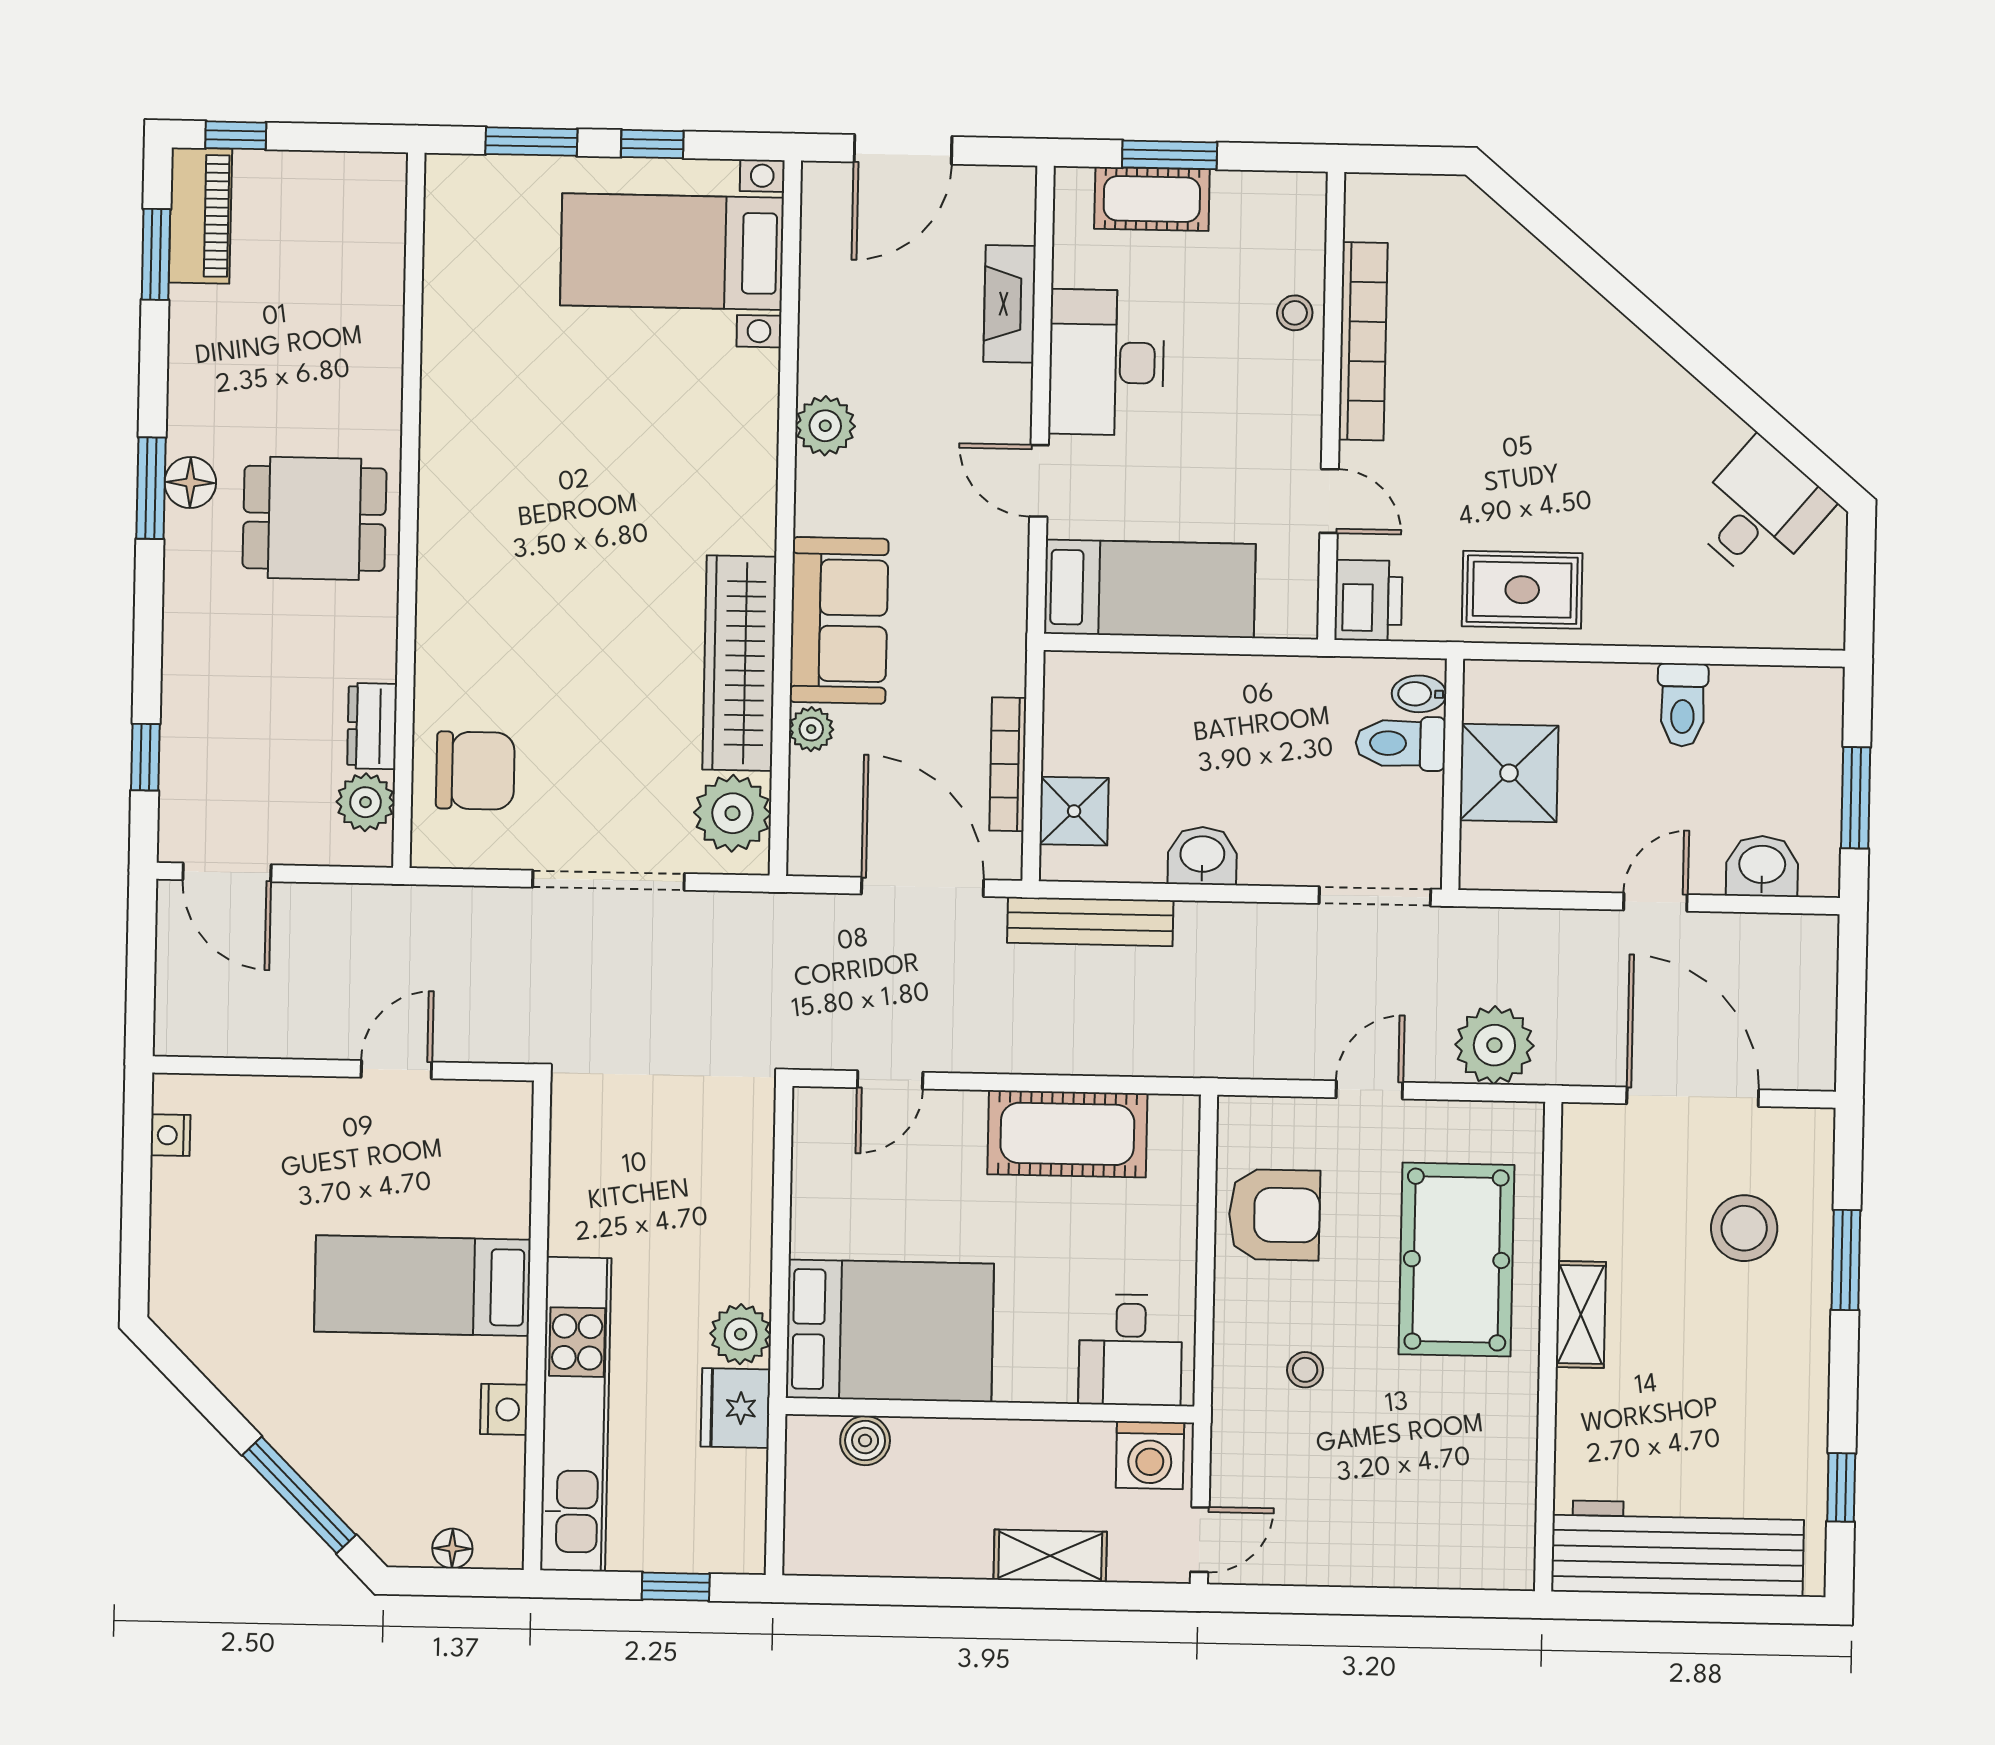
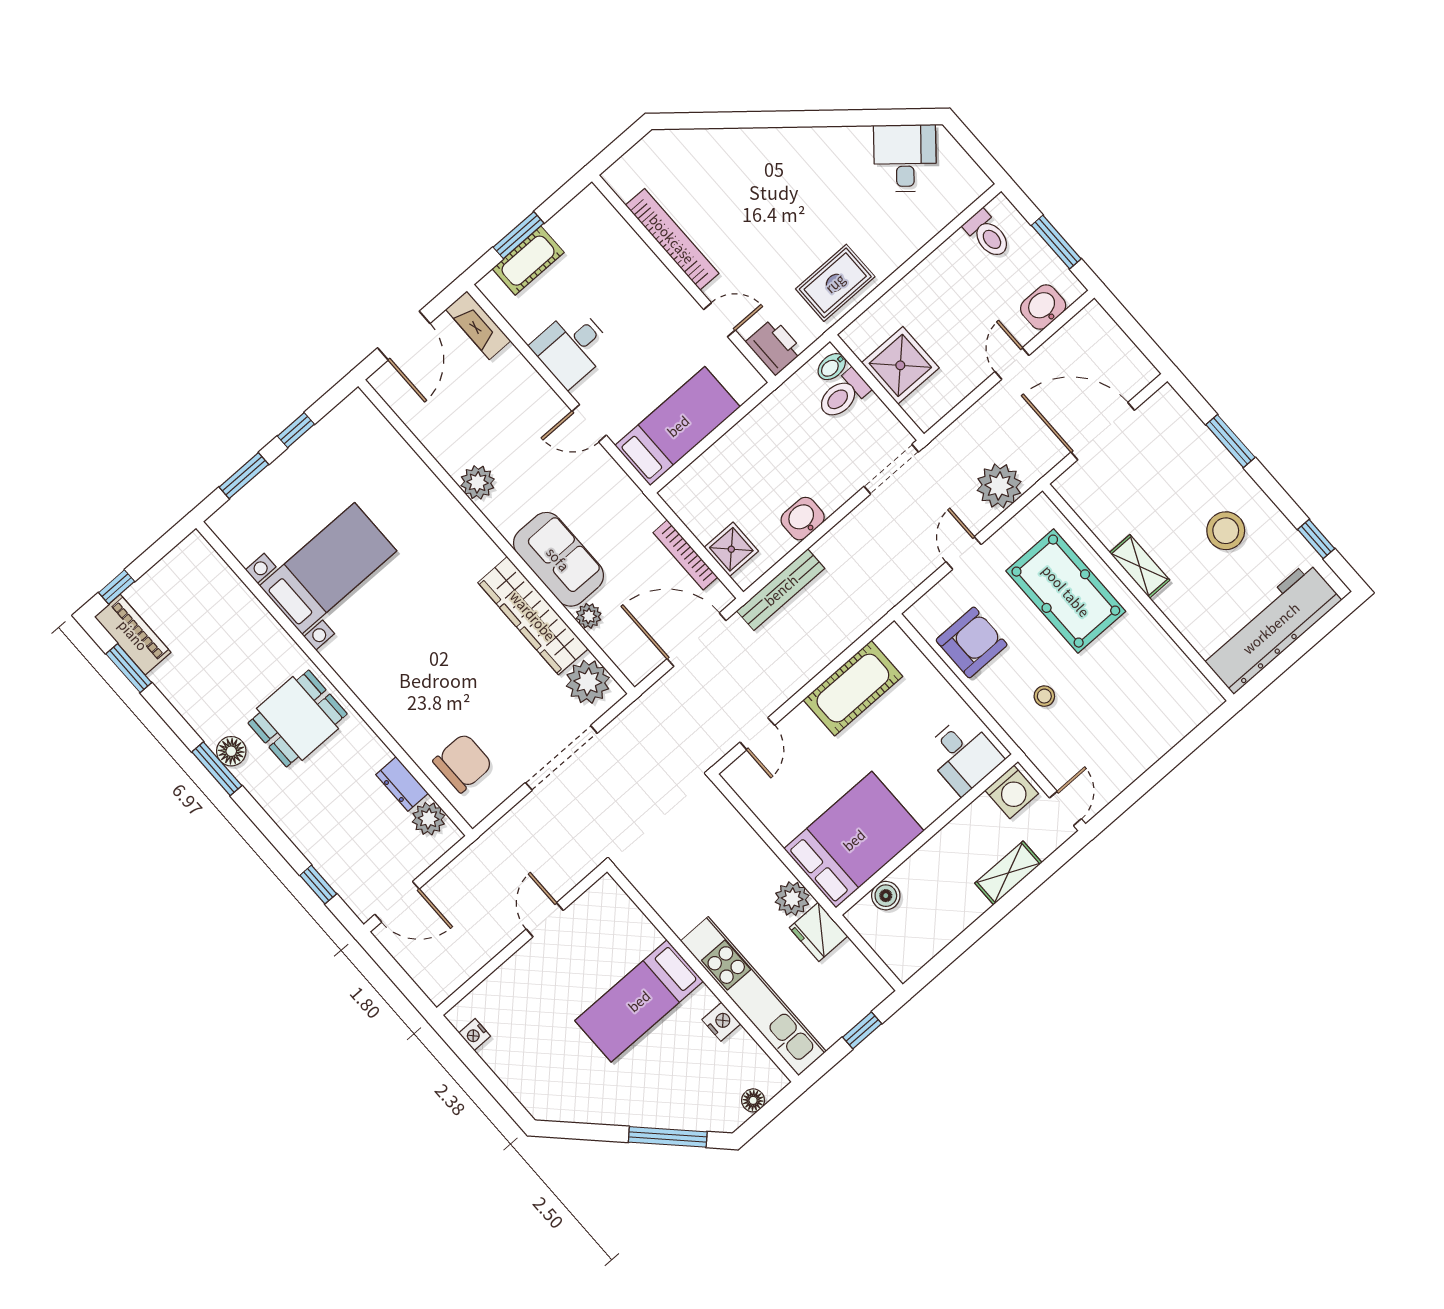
bed with nightstands: (672, 252) -> (328, 568), moved, turned 180
fireplace: (1010, 304) -> (478, 325), moved
stool: (1295, 313) -> (632, 254), removed
desk: (1107, 362) -> (572, 347), width x0.73
toilet: (1683, 705) -> (988, 234), moved
stool: (1744, 1228) -> (1226, 531), moved

